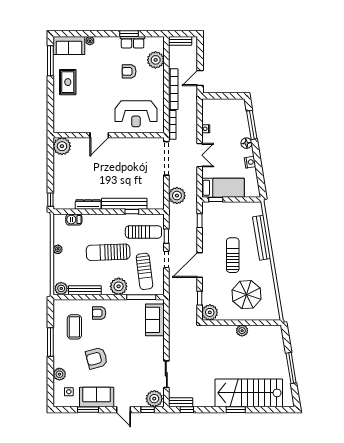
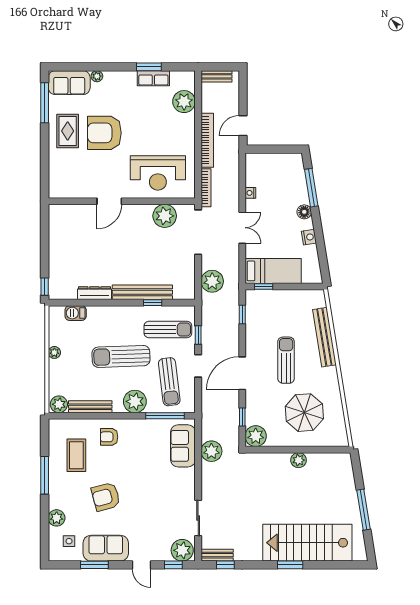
armchair: (129, 71) -> (104, 133), moved, width x1.88, depth x1.88
plant: (62, 146) -> (165, 216), moved
plant: (176, 324) -> (211, 451), added

